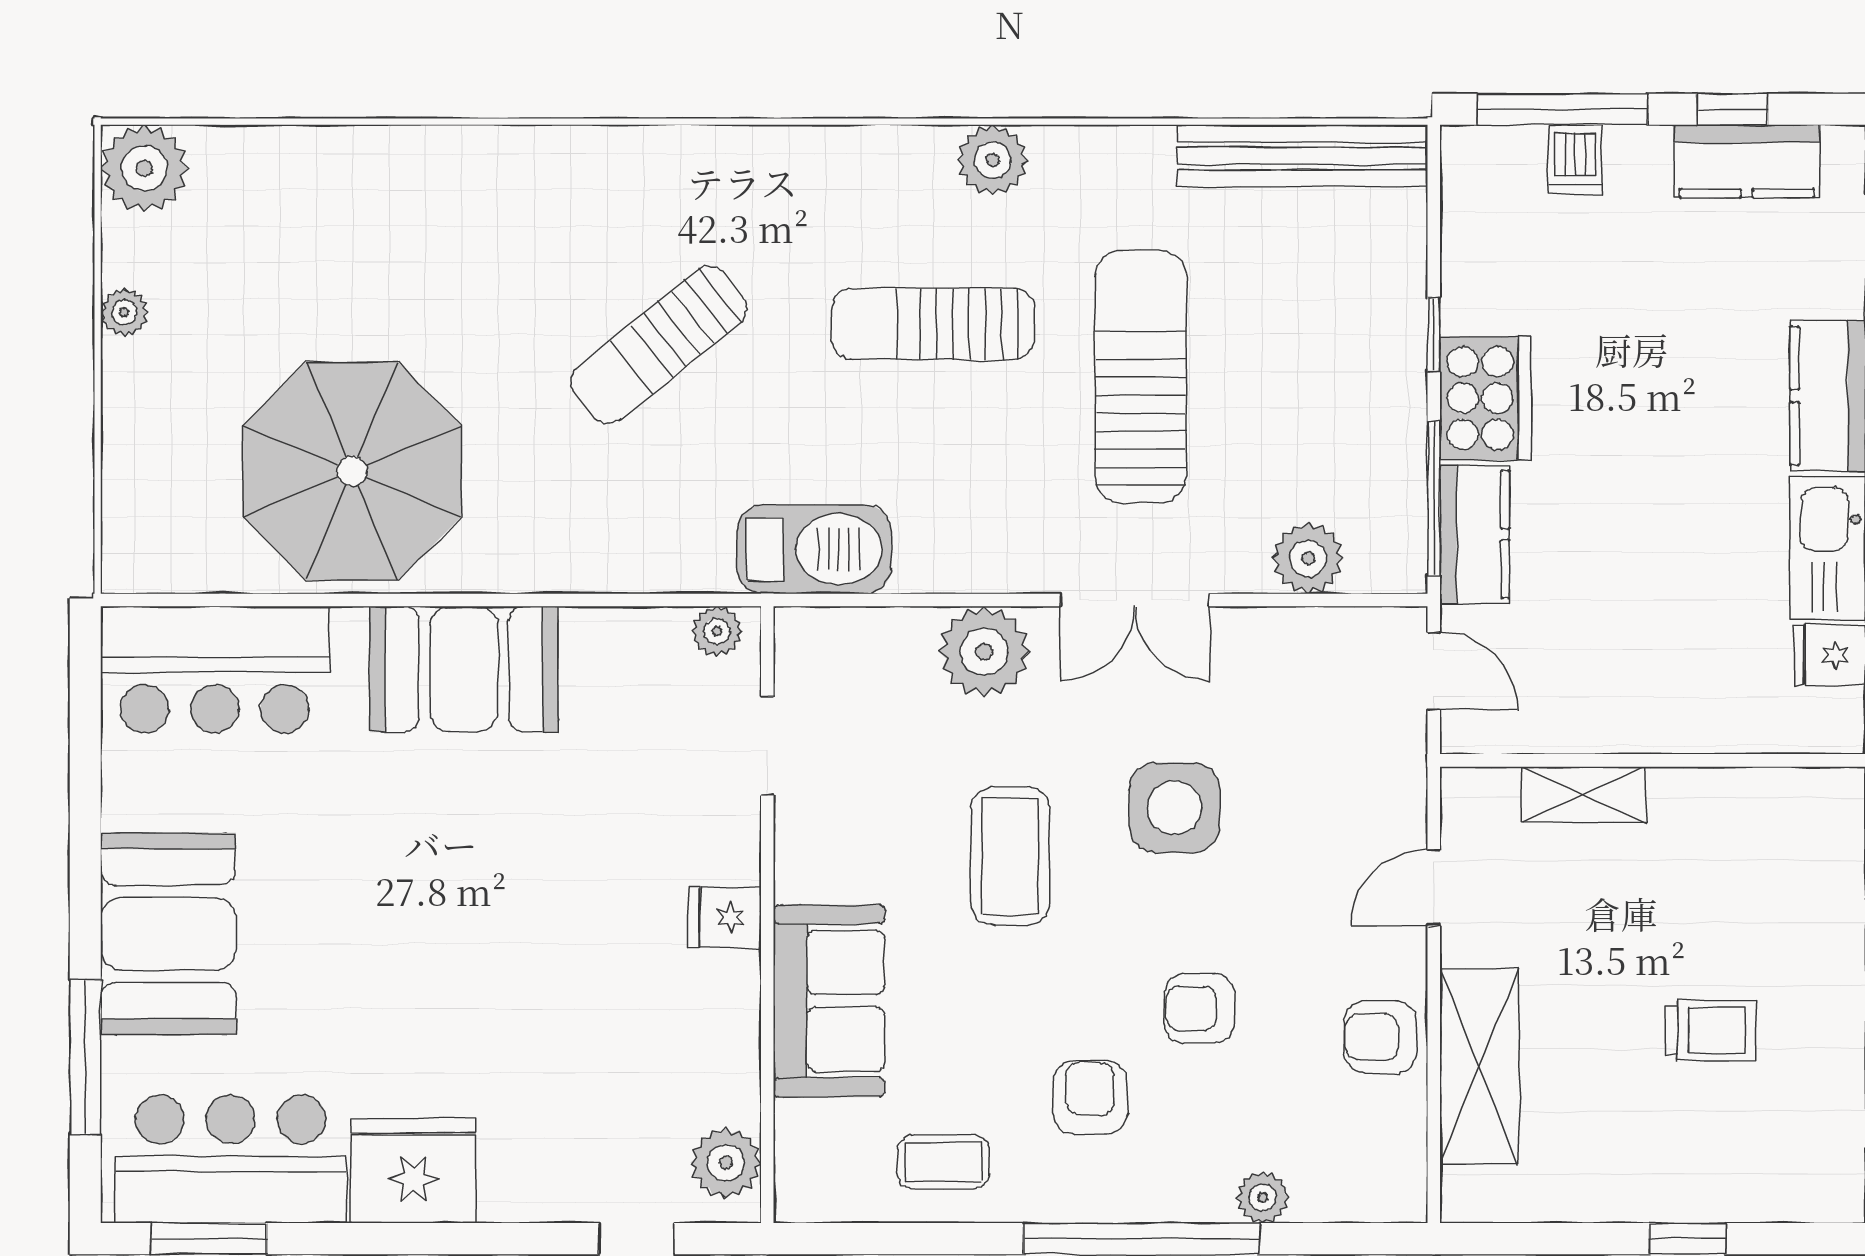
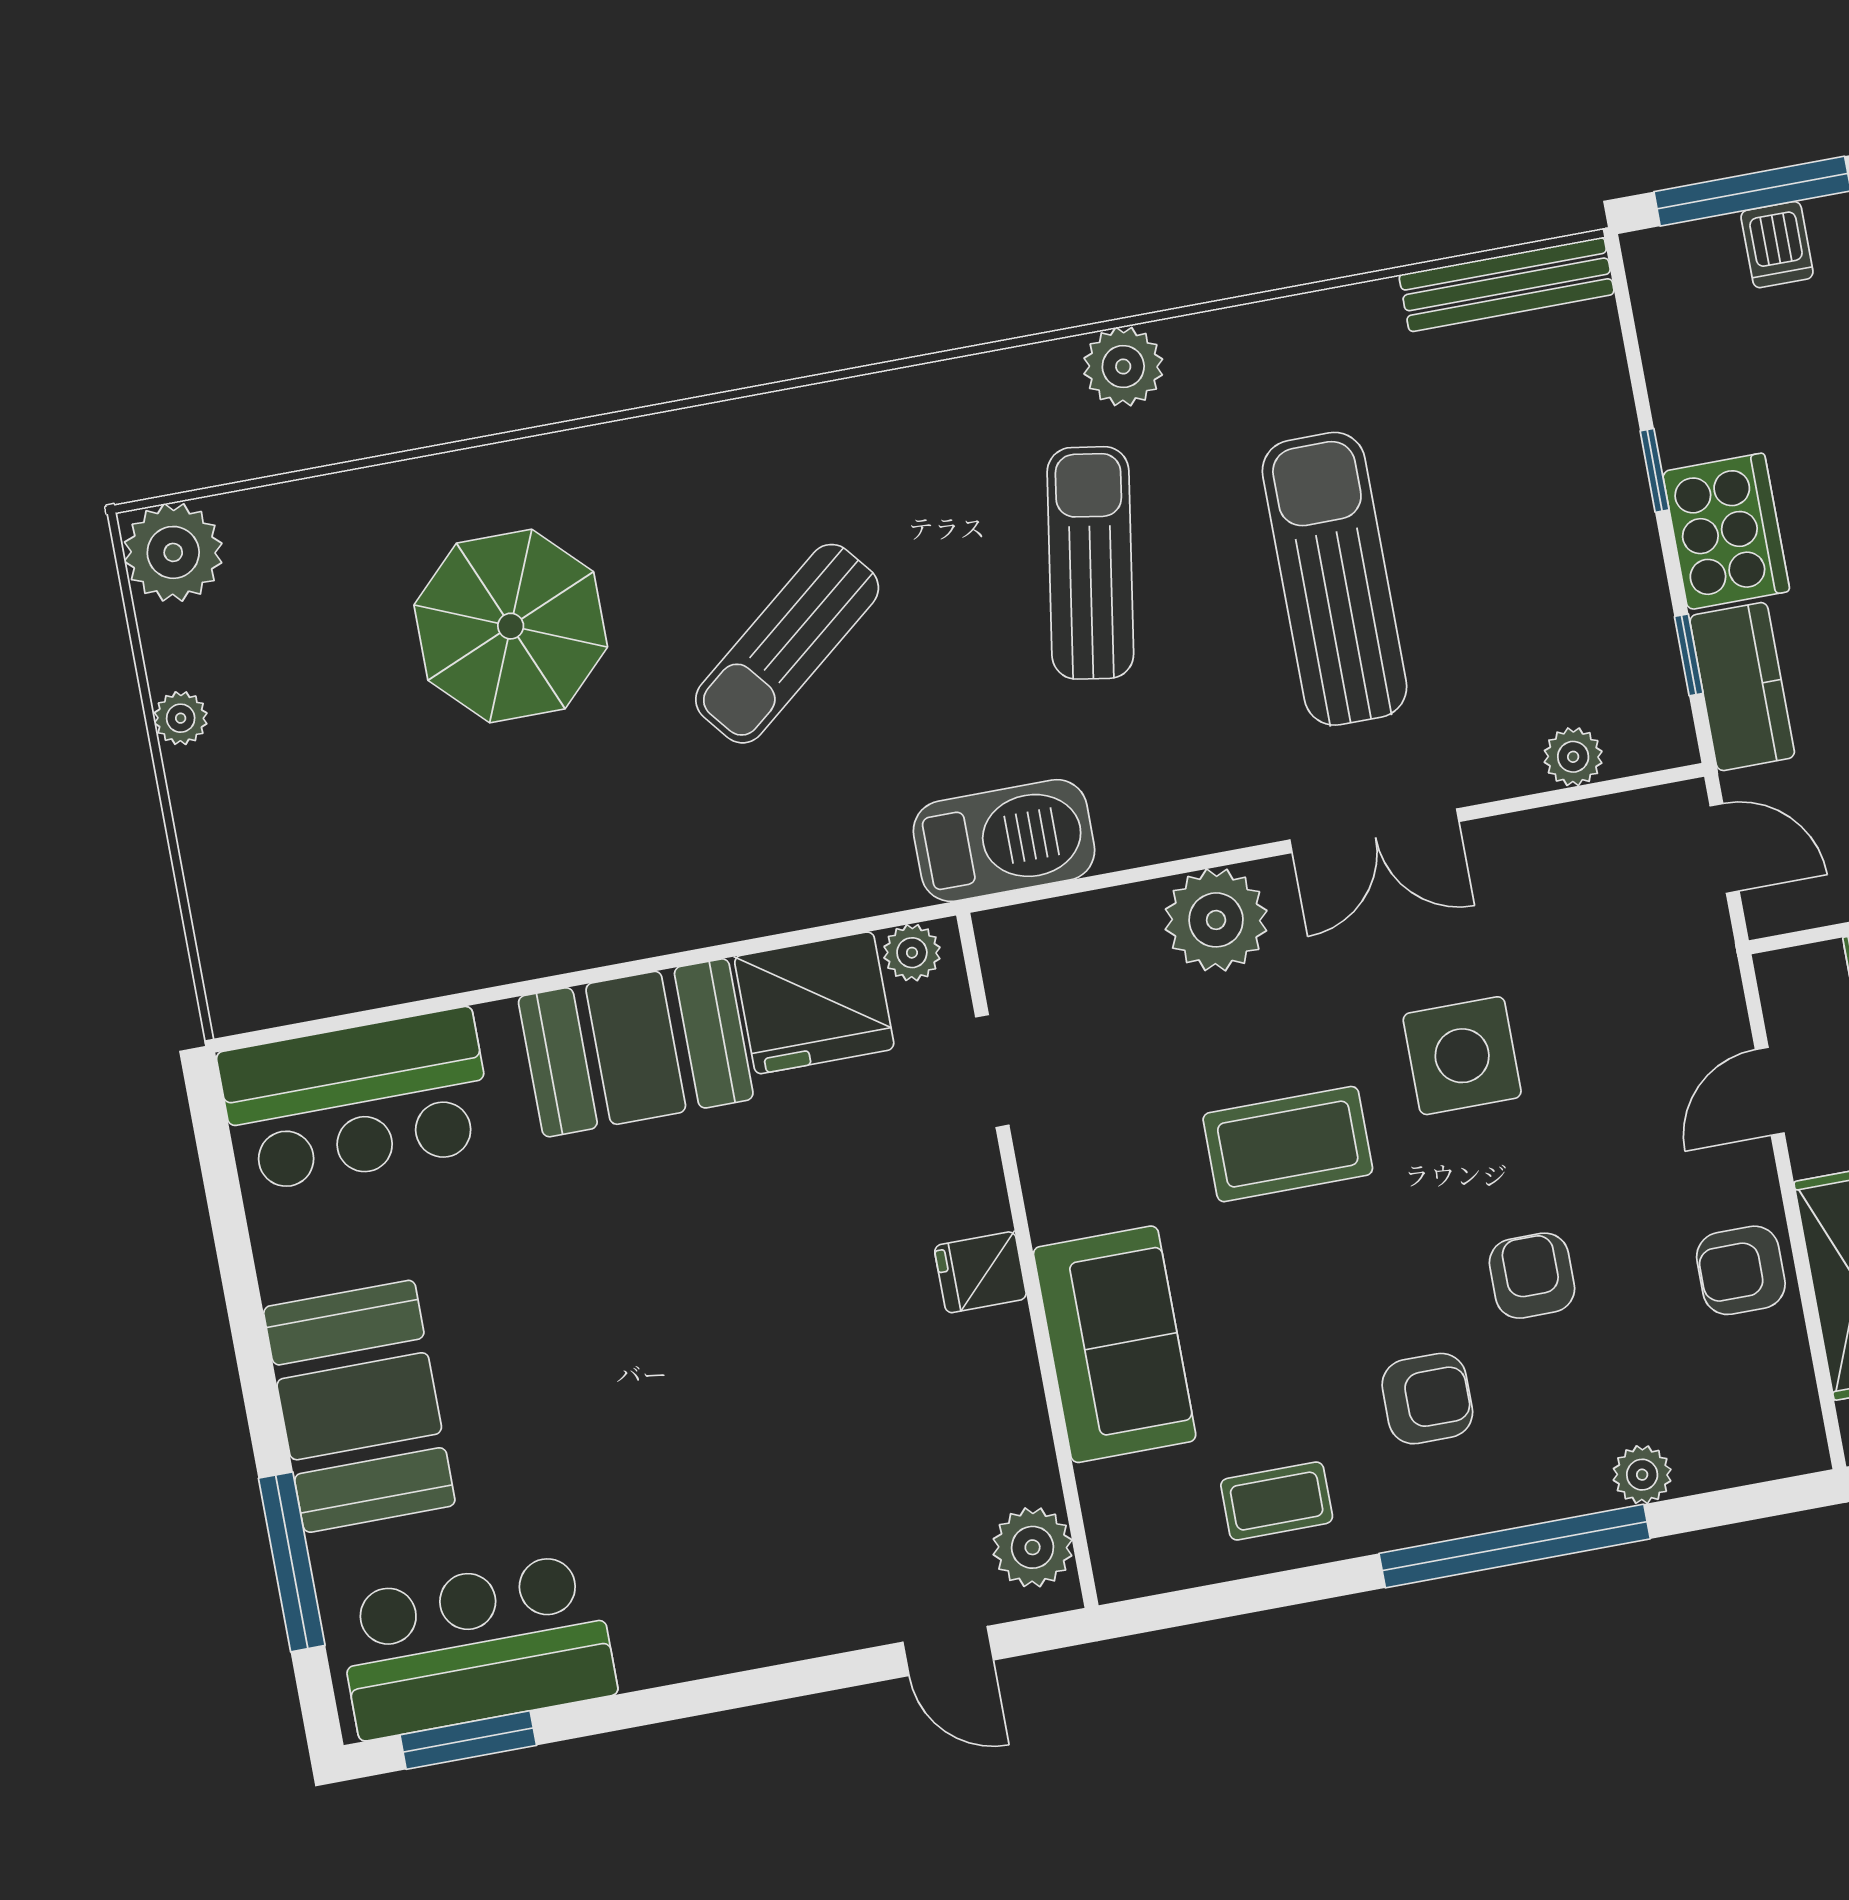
bench: (1302, 156) -> (1507, 284), width x0.73, depth x0.82
sun lounger: (933, 324) -> (1090, 563), turned 99
parasol: (352, 471) -> (511, 626), moved, width x0.73, depth x0.73
window: (1434, 499) -> (1689, 655), width x0.46
plant: (1308, 558) -> (1573, 757), width x0.73, depth x0.73
coffee table: (1010, 856) -> (1288, 1144), turned 90
armchair: (1200, 1008) -> (1532, 1276), turned 90
armchair: (1090, 1098) -> (1427, 1399), turned 90
fridge: (413, 1171) -> (814, 1003), moved, turned 180

